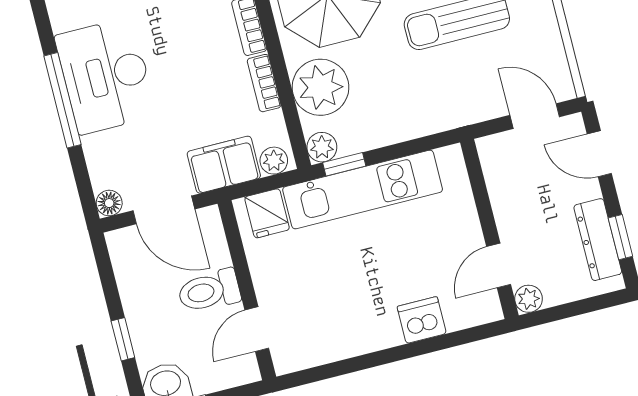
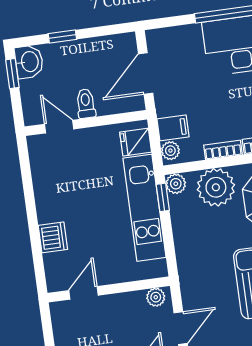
filing cabinet: (224, 165) -> (173, 128), width x0.50
floor lamp: (109, 203) -> (154, 37), removed
door: (499, 266) -> (83, 293), hinge flipped
toilet: (209, 291) -> (86, 104), width x0.73, depth x0.72
plant: (529, 299) -> (156, 297), moved

